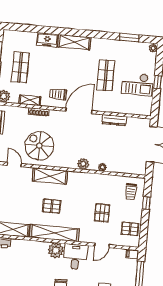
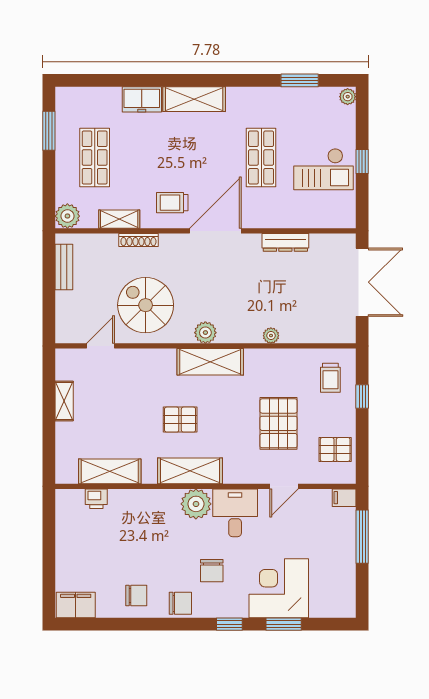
plant: (83, 164) -> (205, 333), moved
door: (14, 165) -> (101, 346), hinge flipped
shelving: (50, 176) -> (210, 362), moved
pallet: (102, 213) -> (279, 423), width x1.50, depth x1.42
shelving: (54, 233) -> (190, 471), width x0.68

